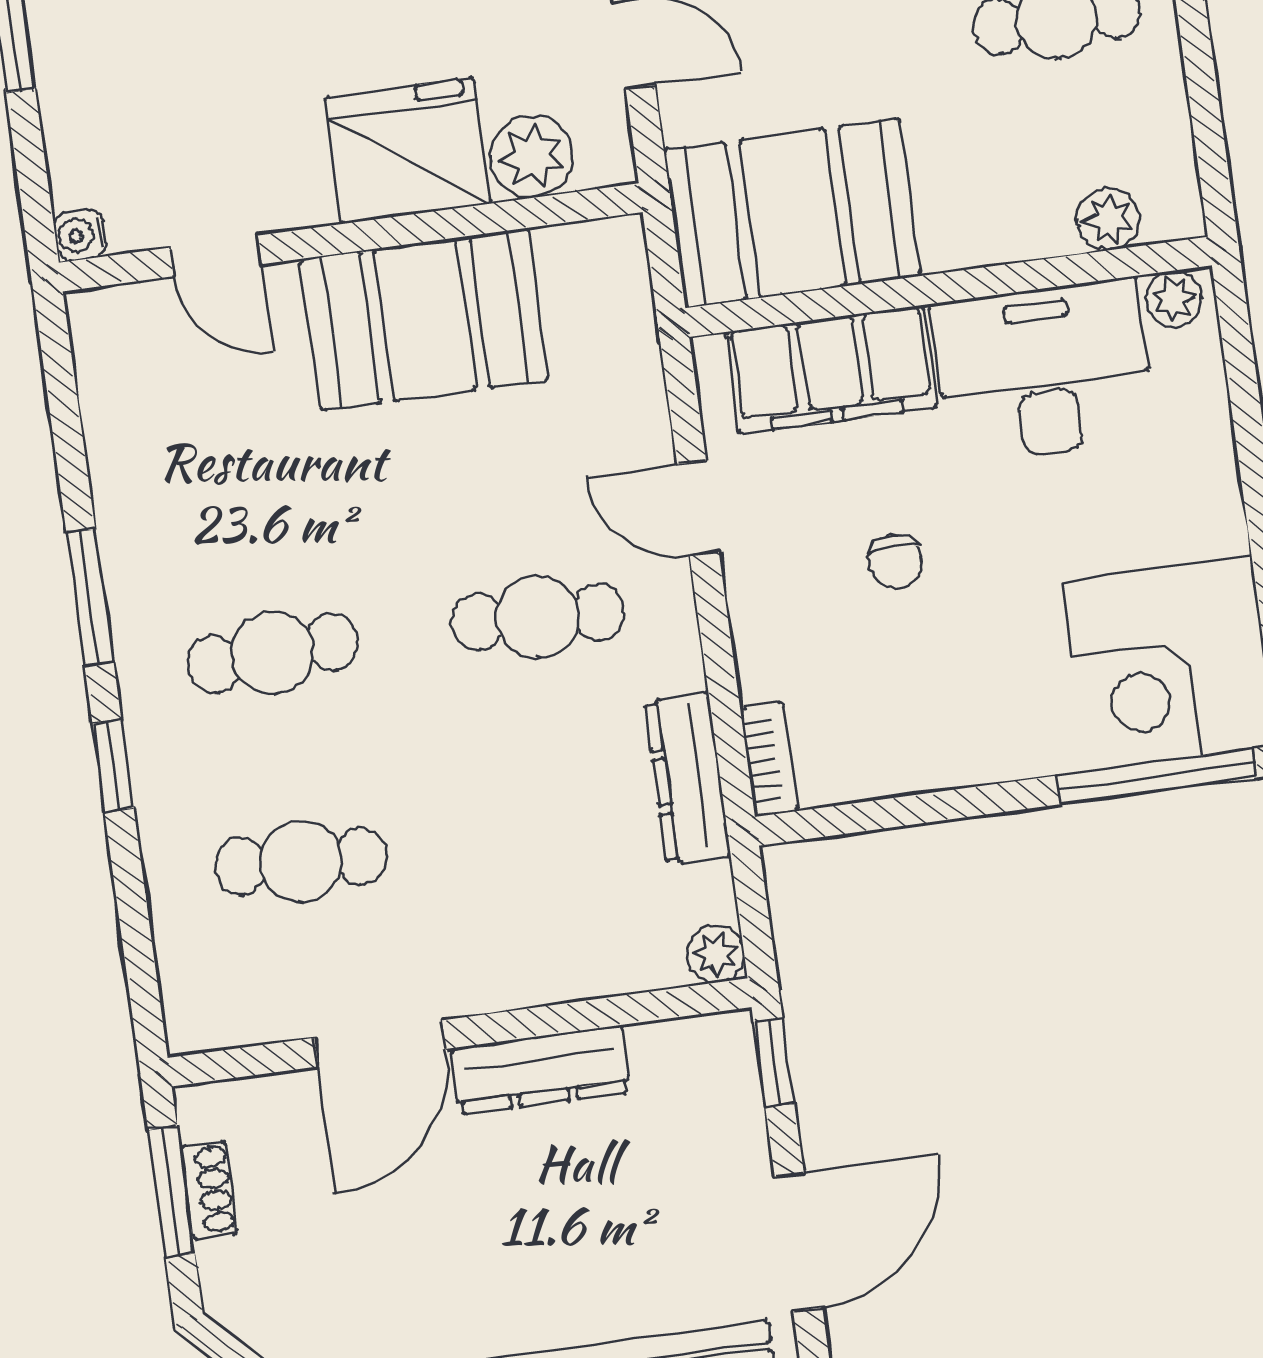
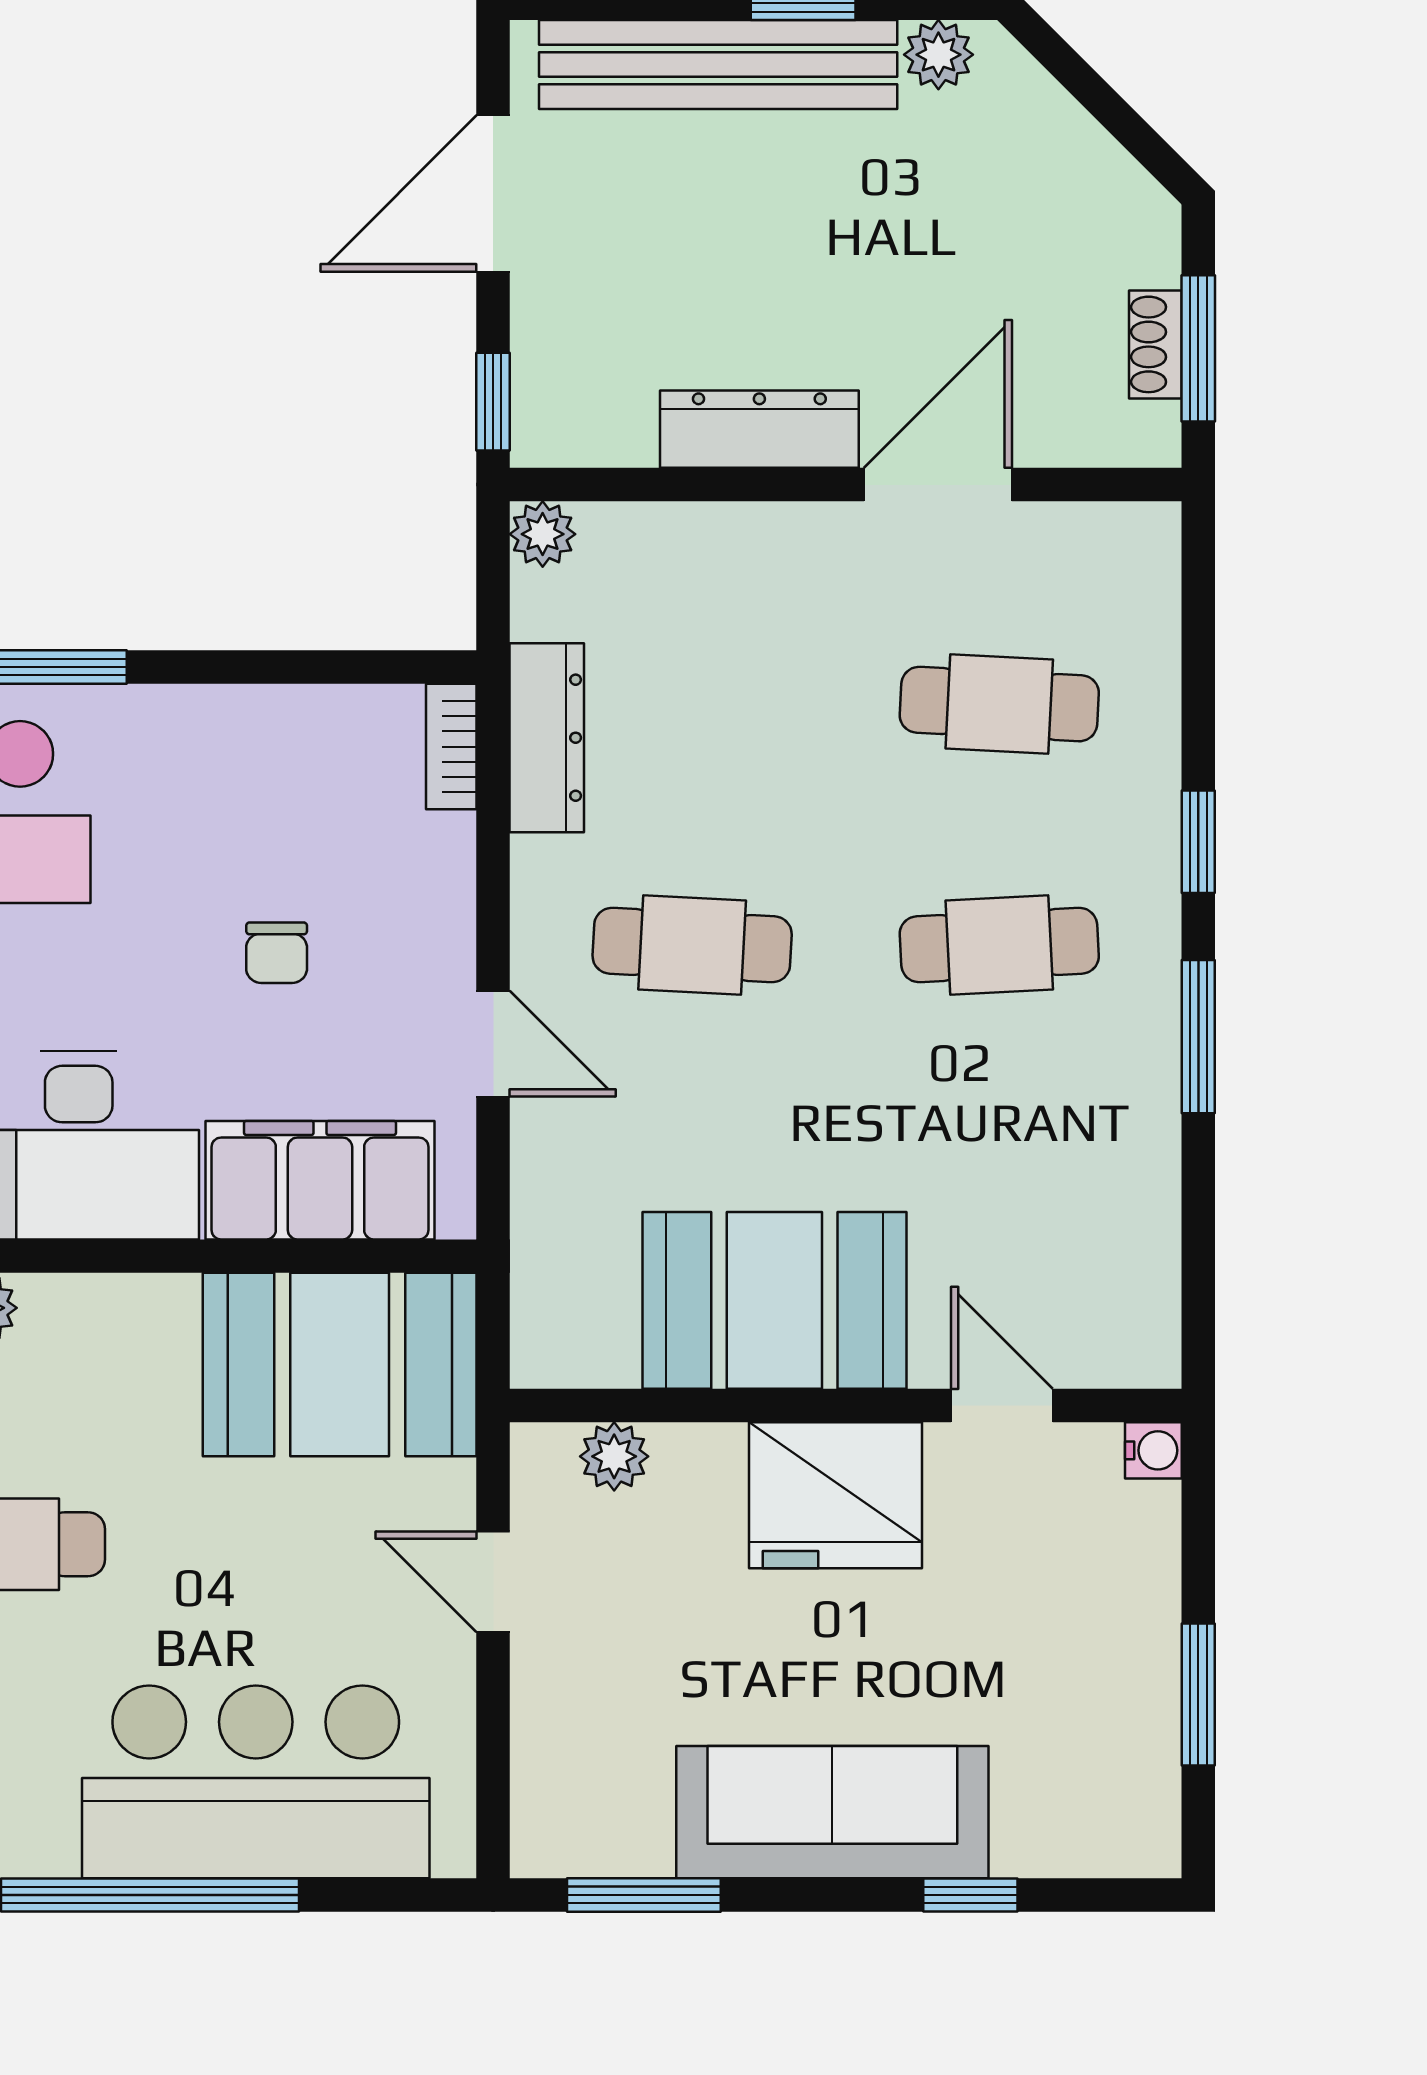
fridge: (408, 151) -> (835, 1495), moved
plant: (532, 156) -> (614, 1456), width x0.73, depth x0.73
chair: (896, 561) -> (277, 953), turned 180

